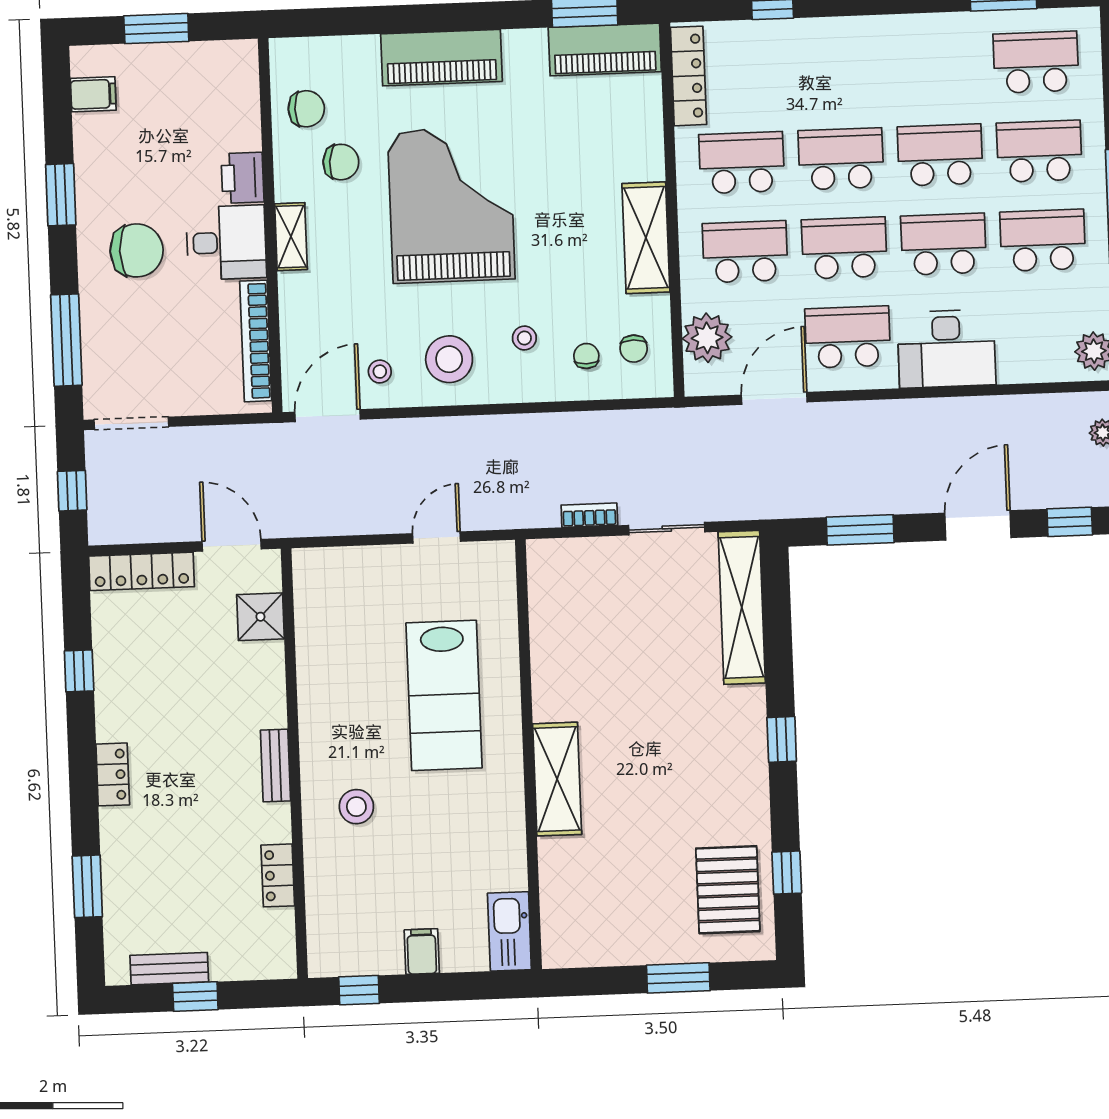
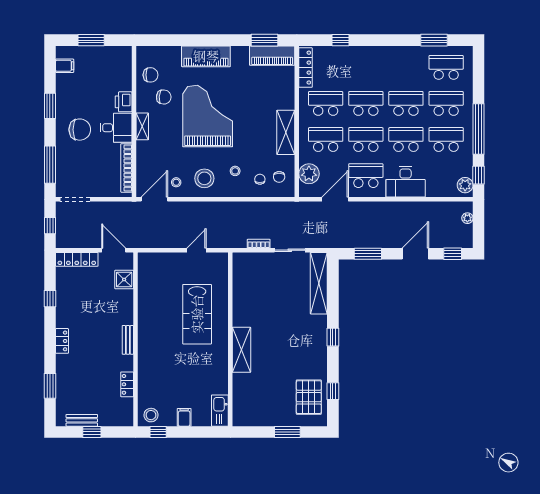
stool: (356, 807) -> (151, 415), moved

